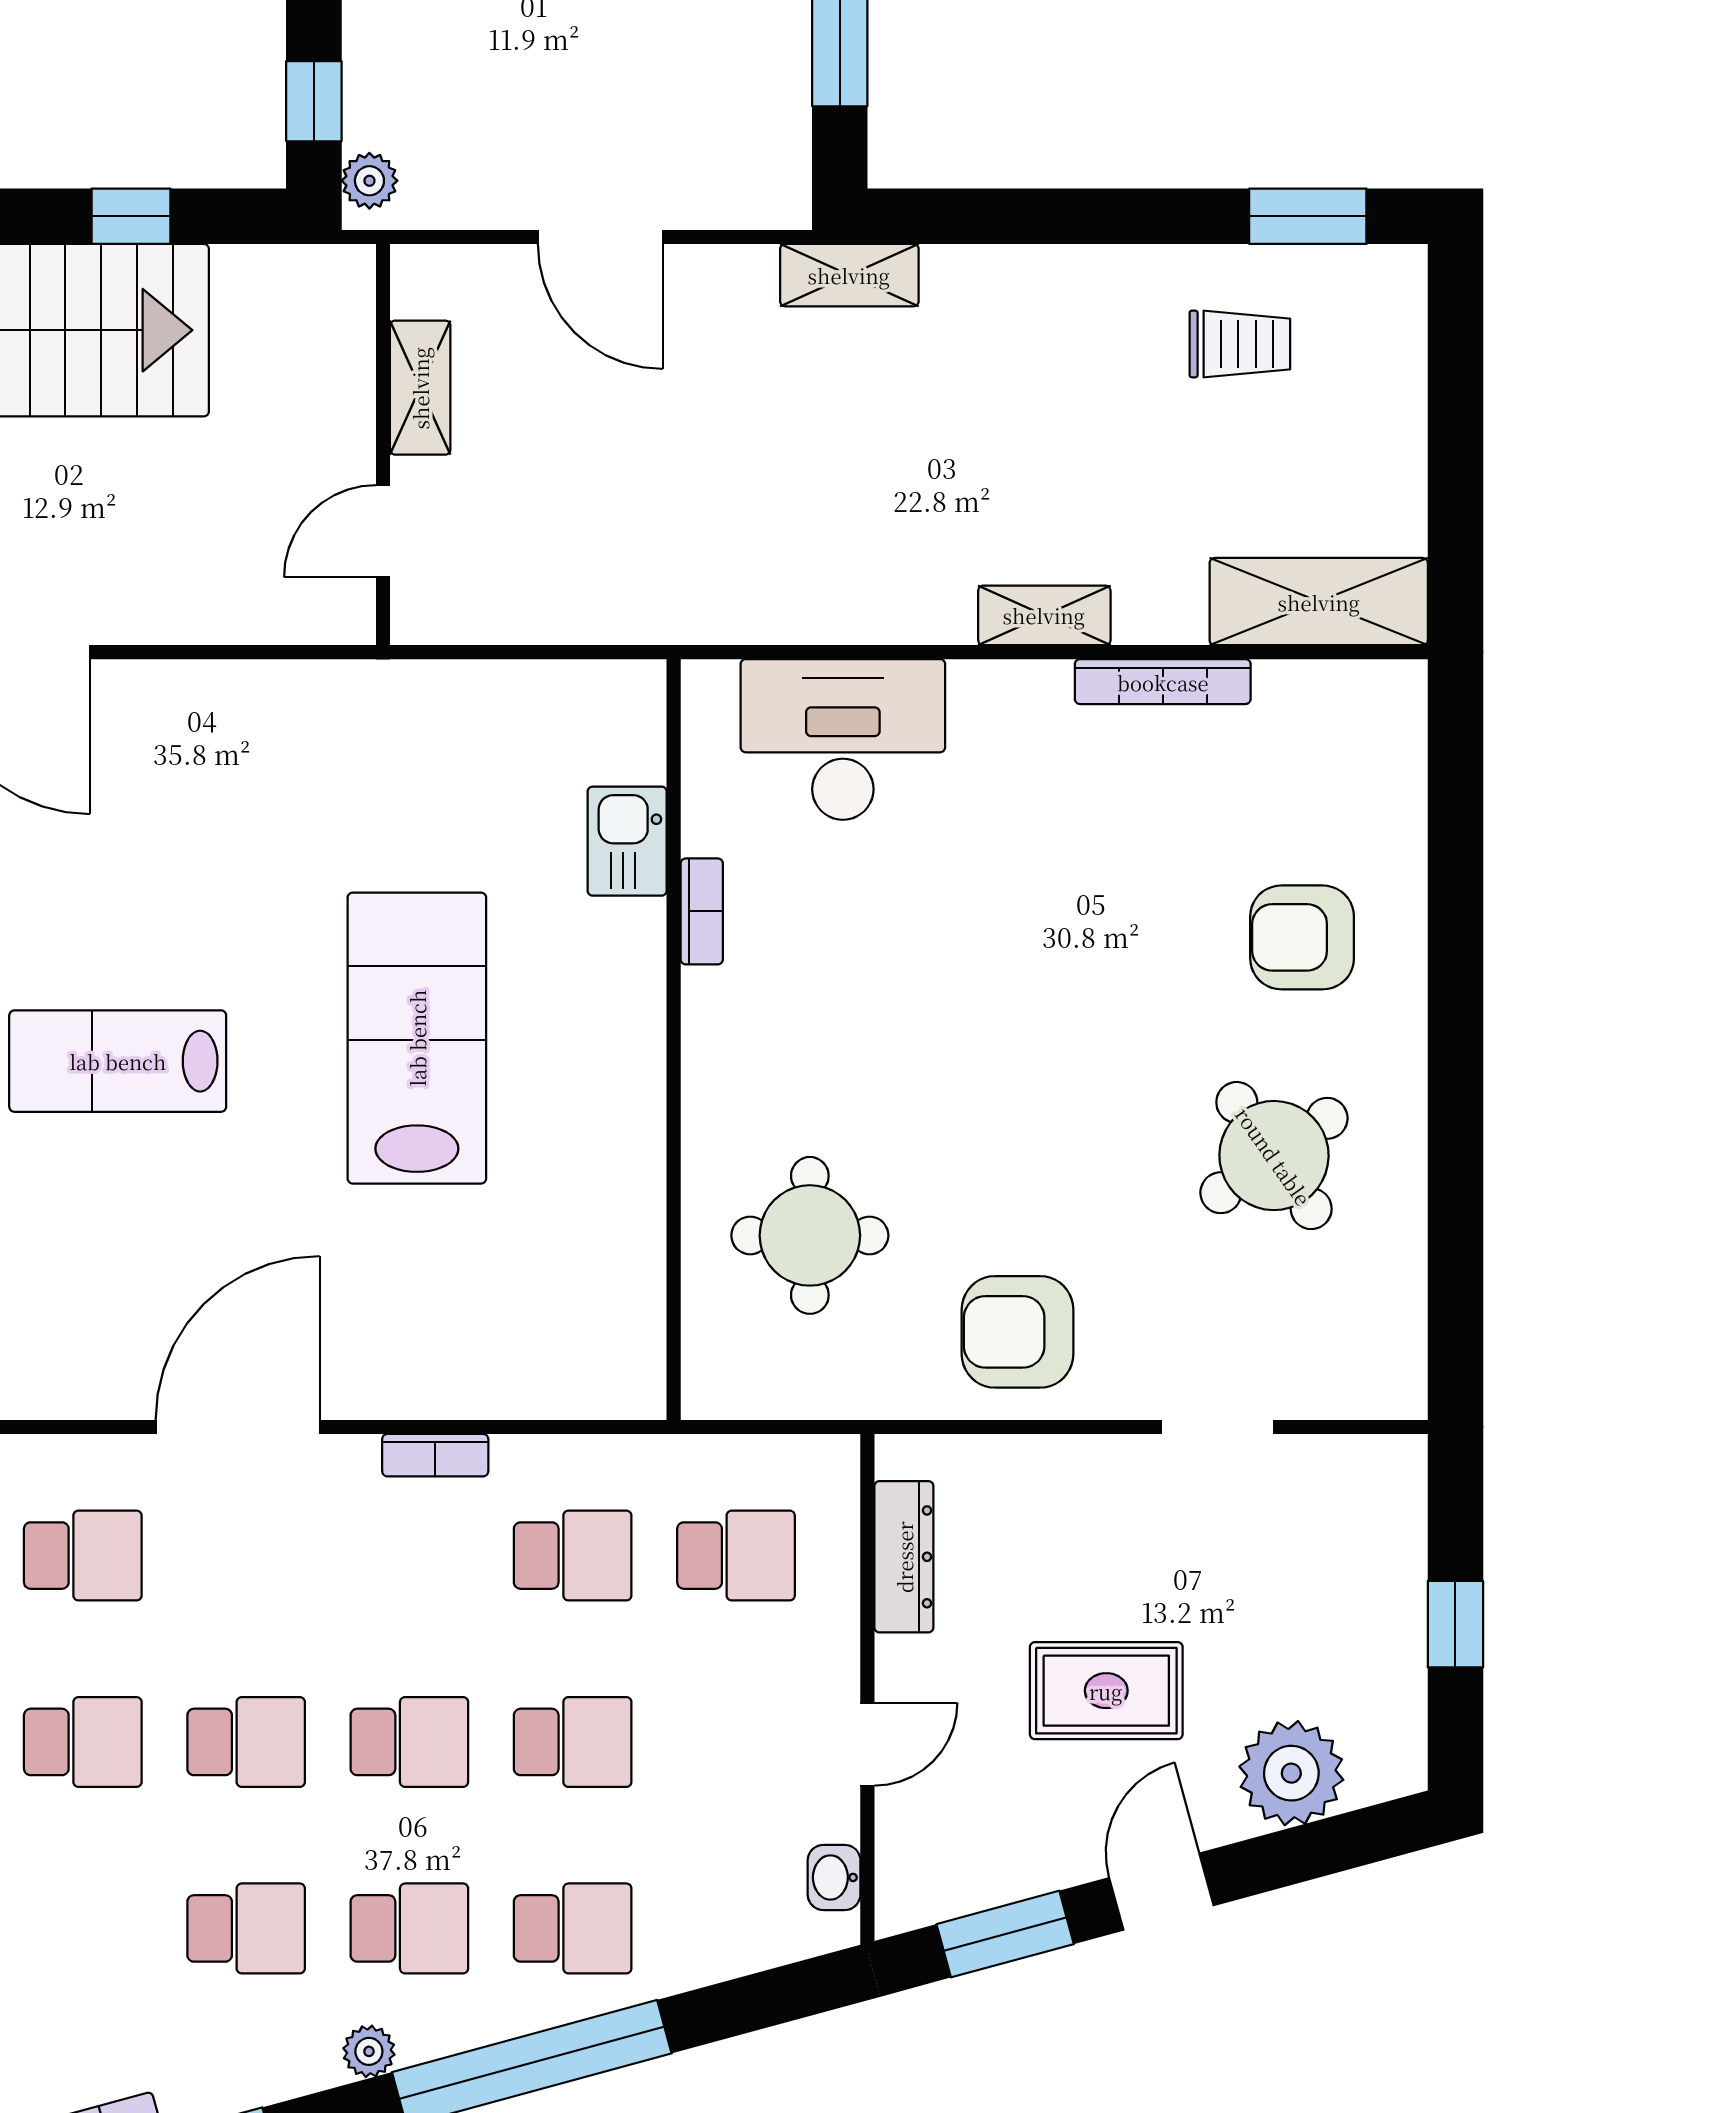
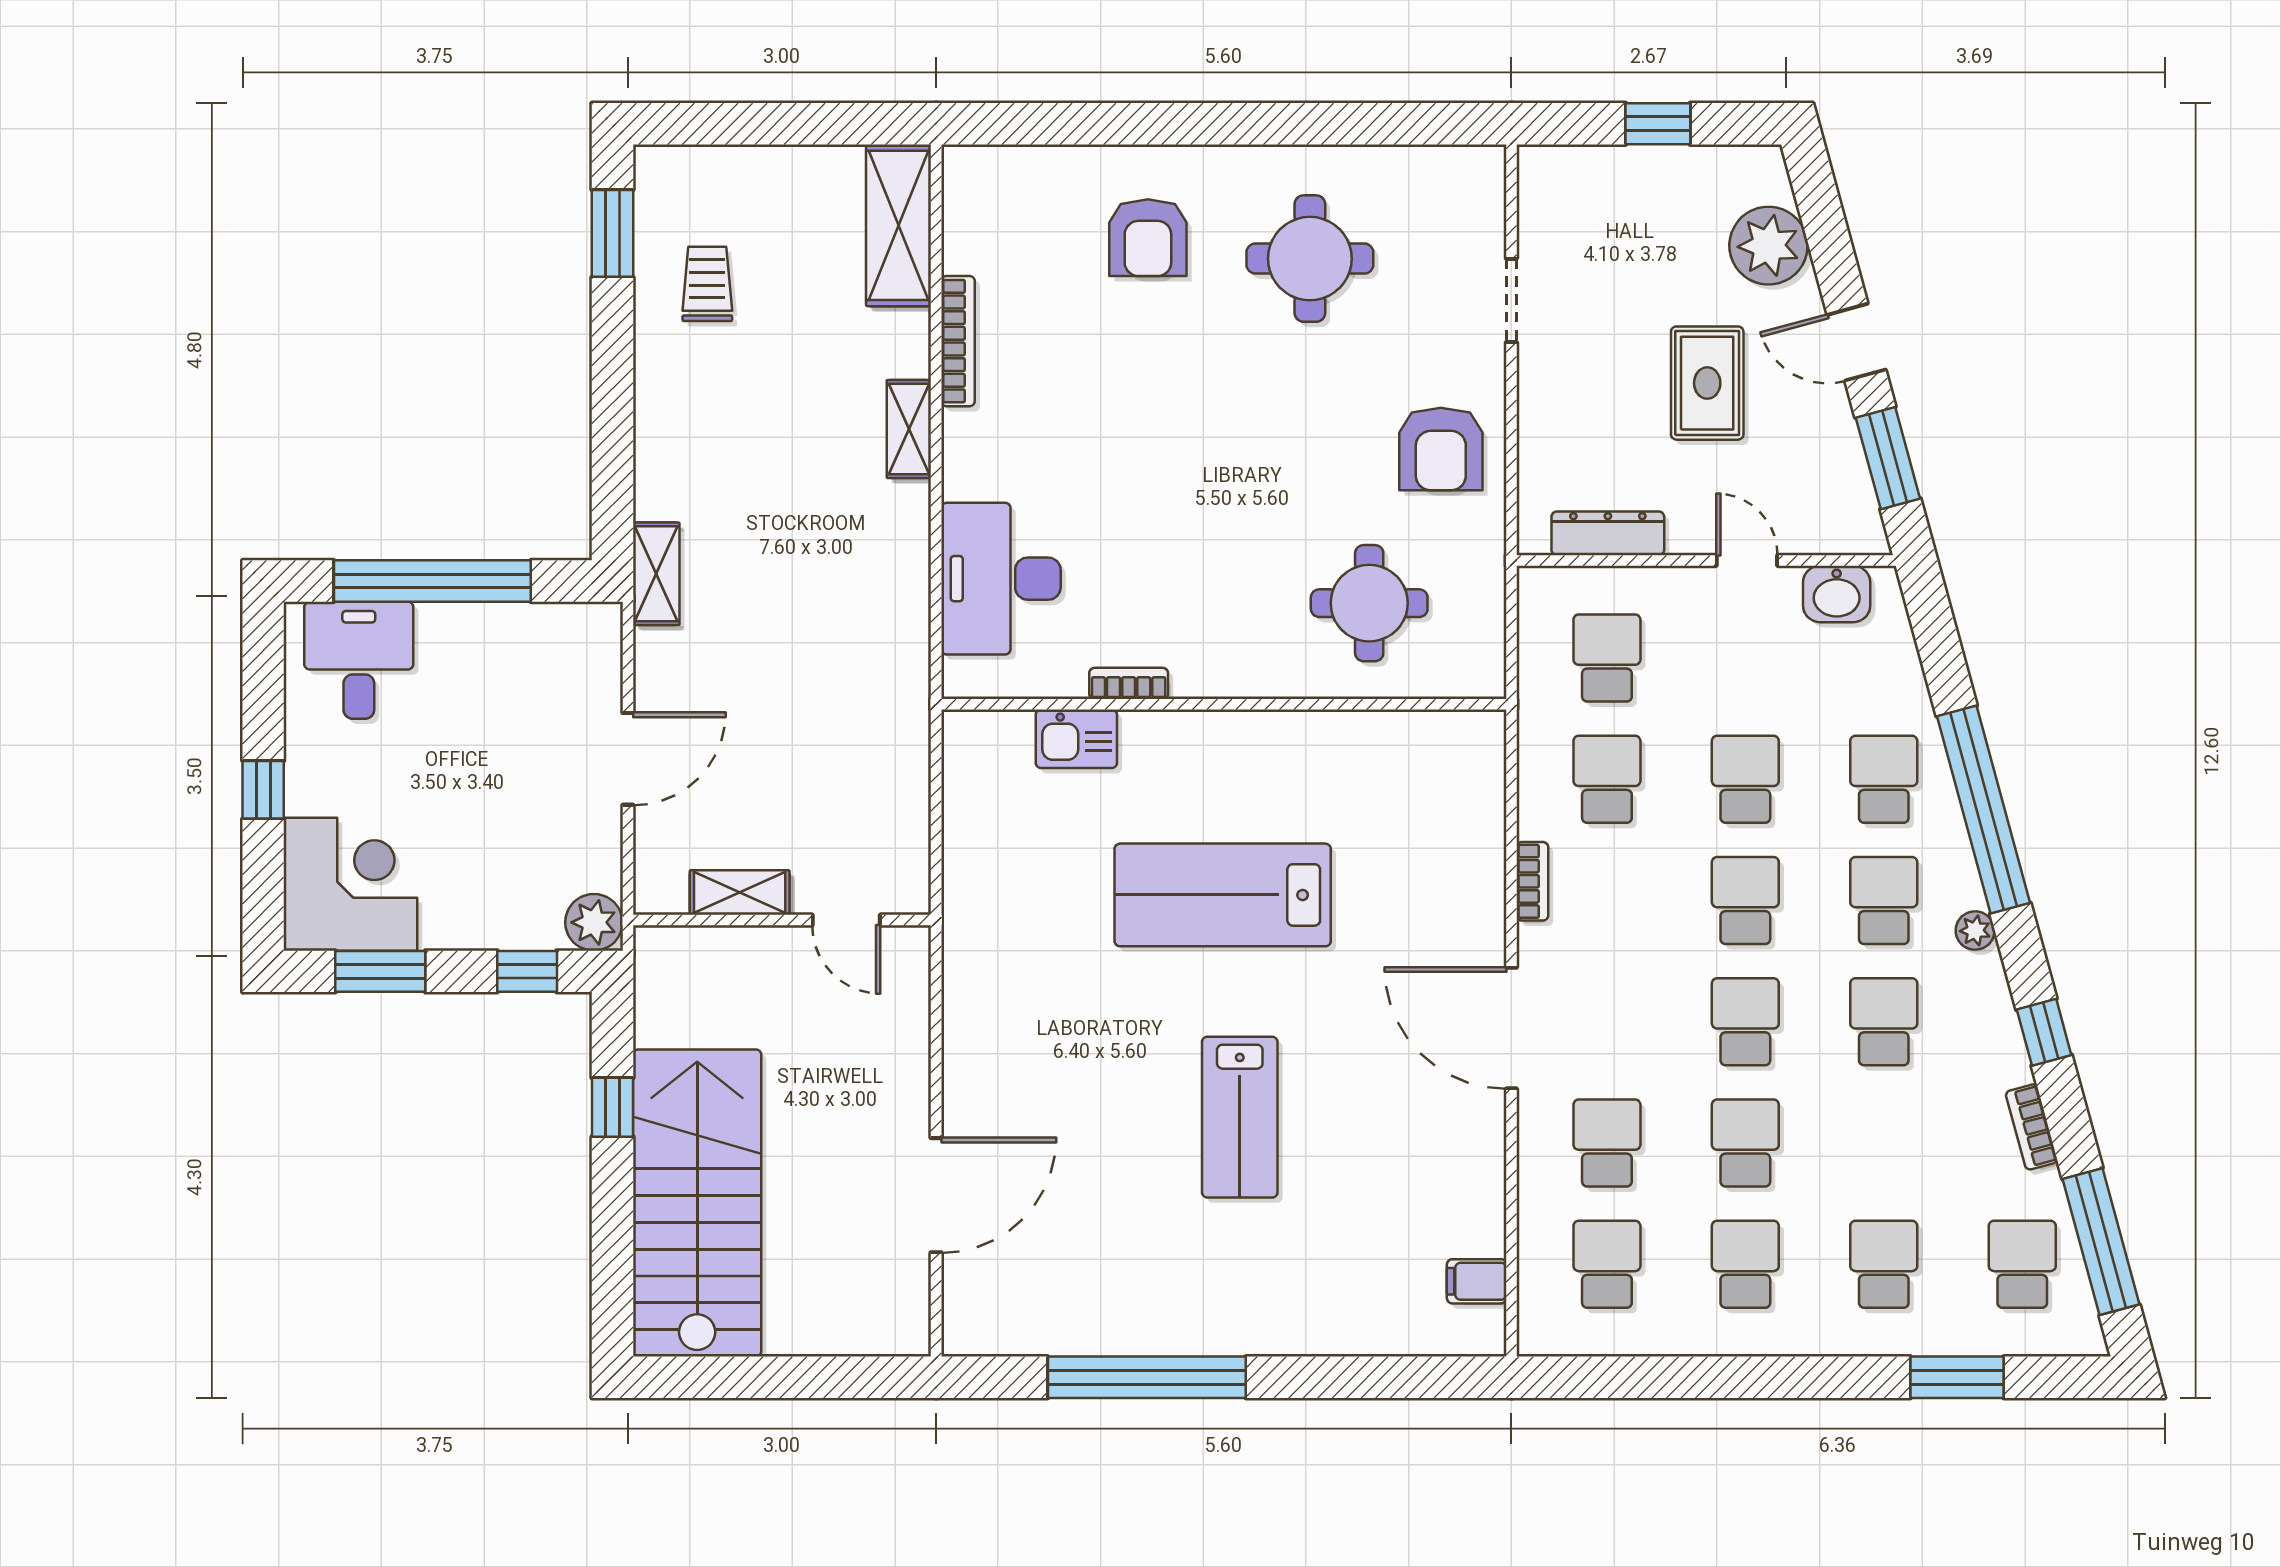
plant: (369, 181) -> (594, 922), width x1.38, depth x1.38
round table: (1274, 1156) -> (1310, 259), turned 35
washbasin: (834, 1877) -> (1837, 594), width x1.38, depth x1.45

